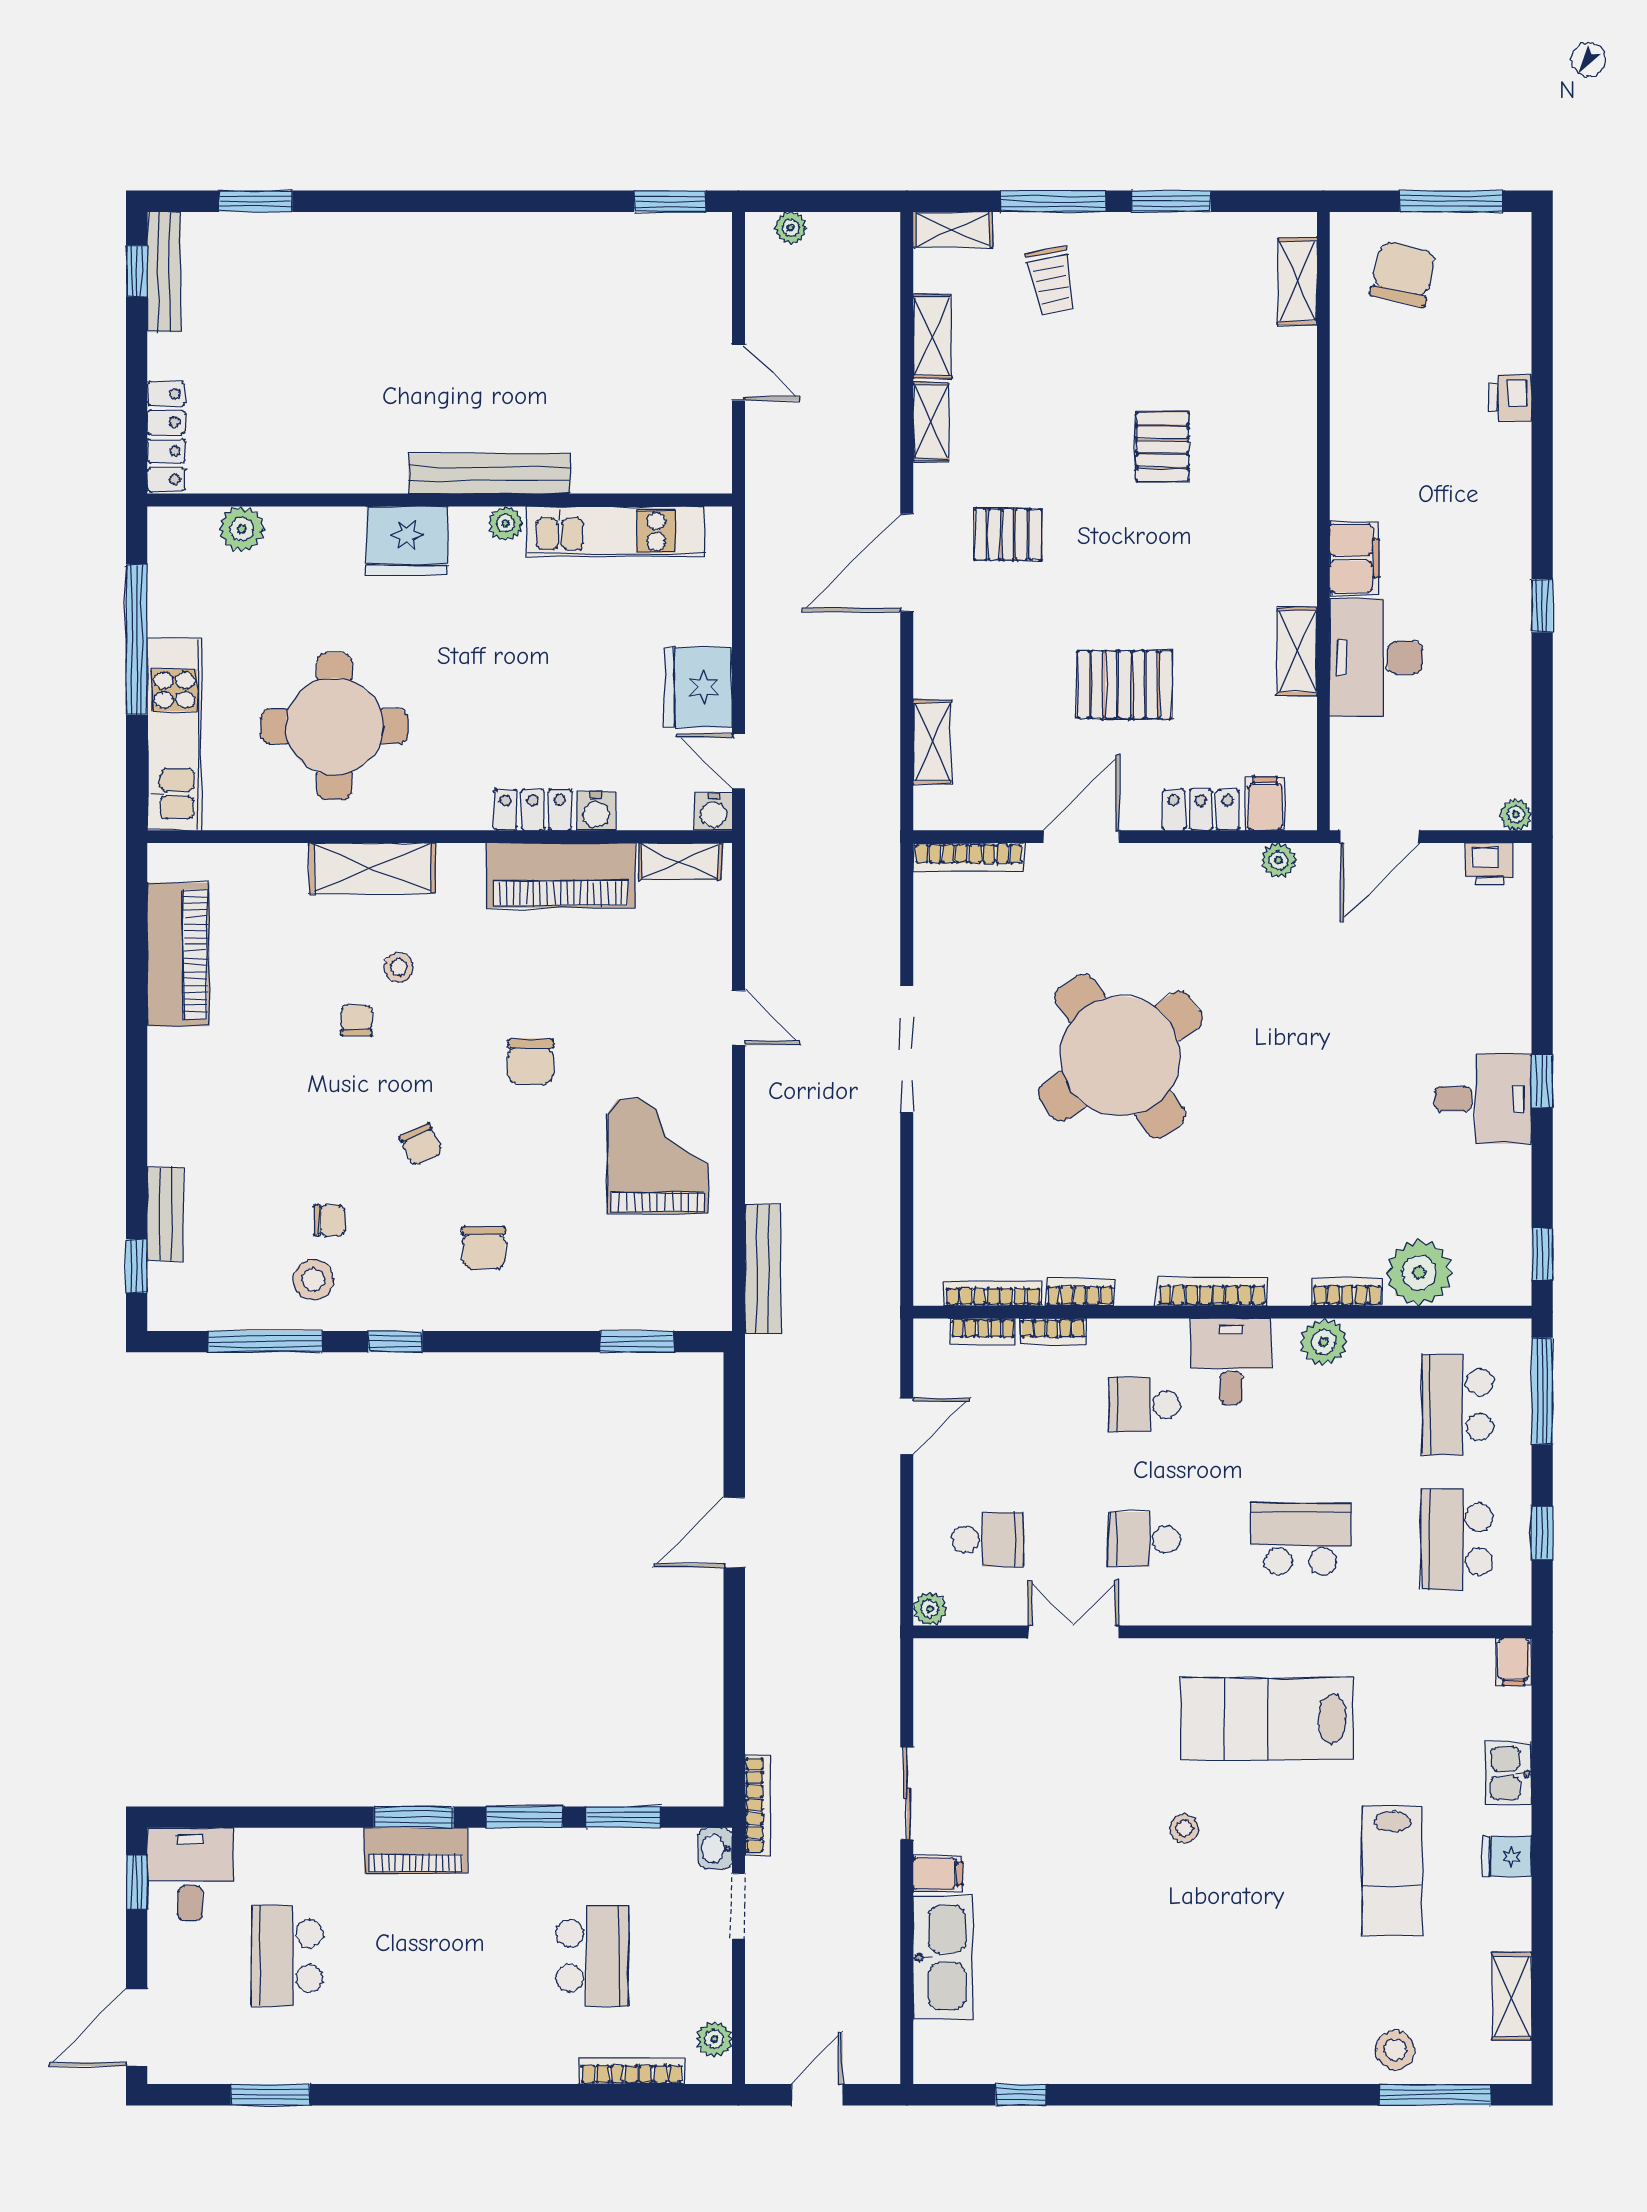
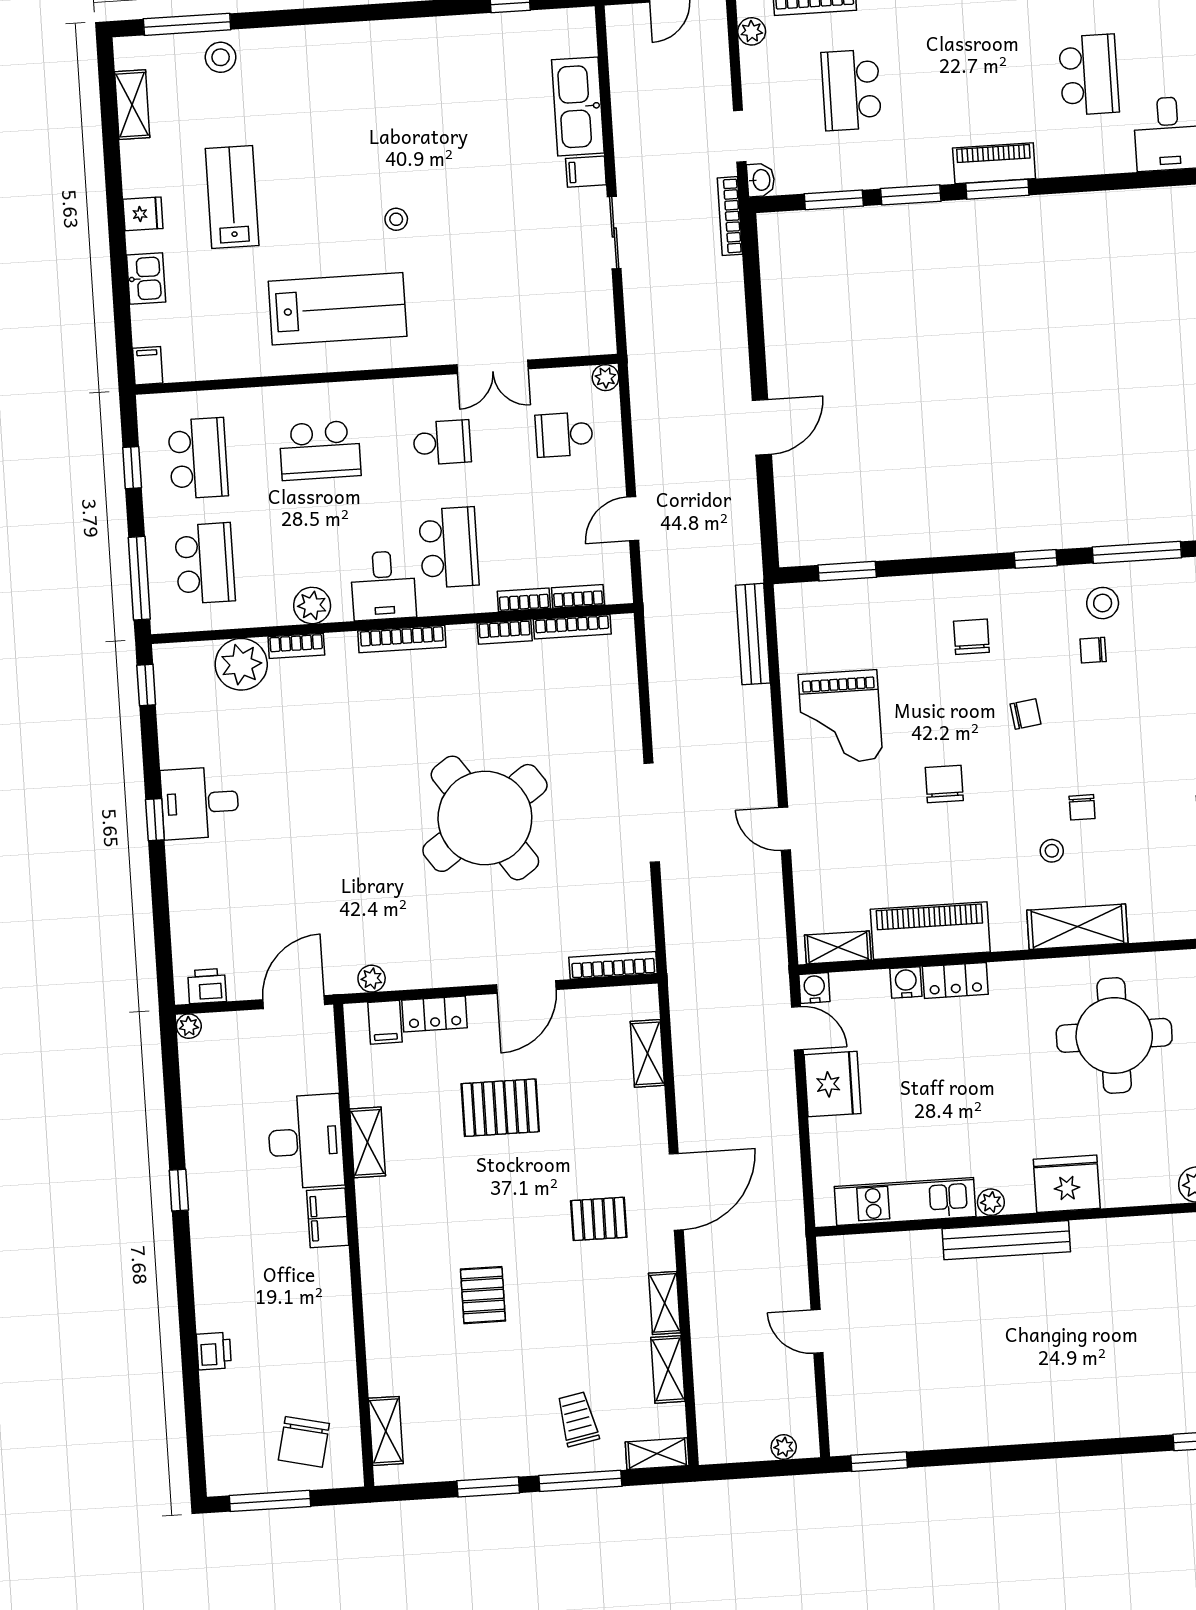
chair: (421, 1144) -> (1026, 714), turned 107
school desk: (1144, 1405) -> (449, 548), width x1.85

